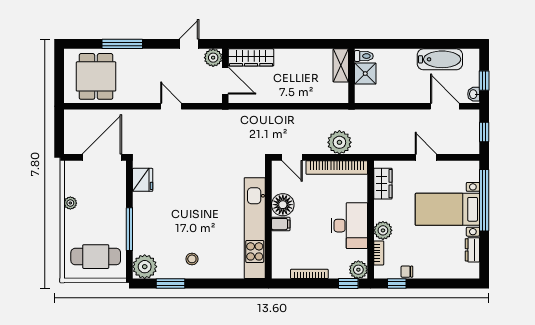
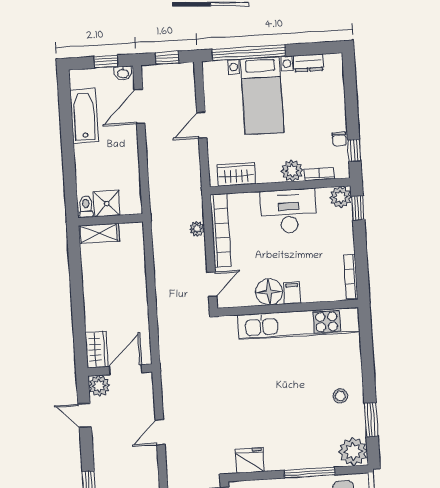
wardrobe: (251, 57) -> (97, 350), width x0.67
plant: (339, 142) -> (197, 229), width x0.53, depth x0.53
bookcase: (309, 274) -> (351, 277), moved

